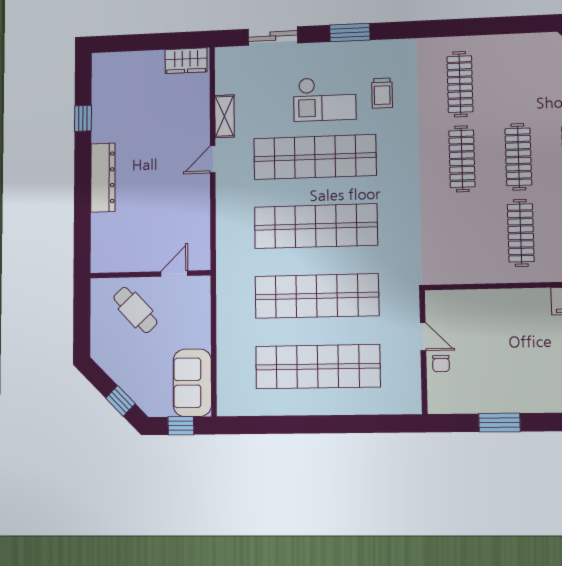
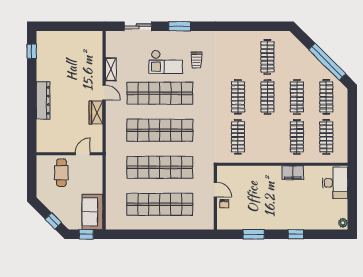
wardrobe: (186, 61) -> (96, 113), moved, turned 90
clothes rail: (460, 84) -> (267, 57), moved
window: (83, 118) -> (32, 51), moved
door: (213, 159) -> (104, 92), swing flipped
clothes rail: (521, 233) -> (238, 137), moved
cafe table: (135, 310) -> (61, 173), turned 43

